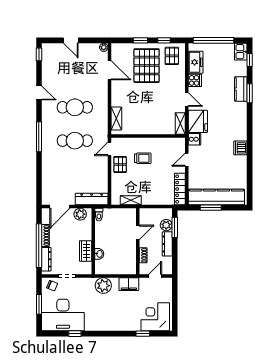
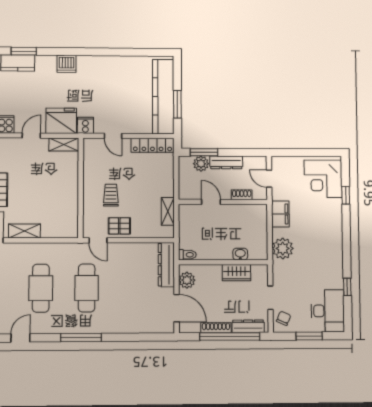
shelving: (116, 119) -> (24, 231), moved
dishwasher: (240, 148) -> (67, 64), moved
desk: (63, 315) -> (328, 311), width x0.73, depth x0.77

